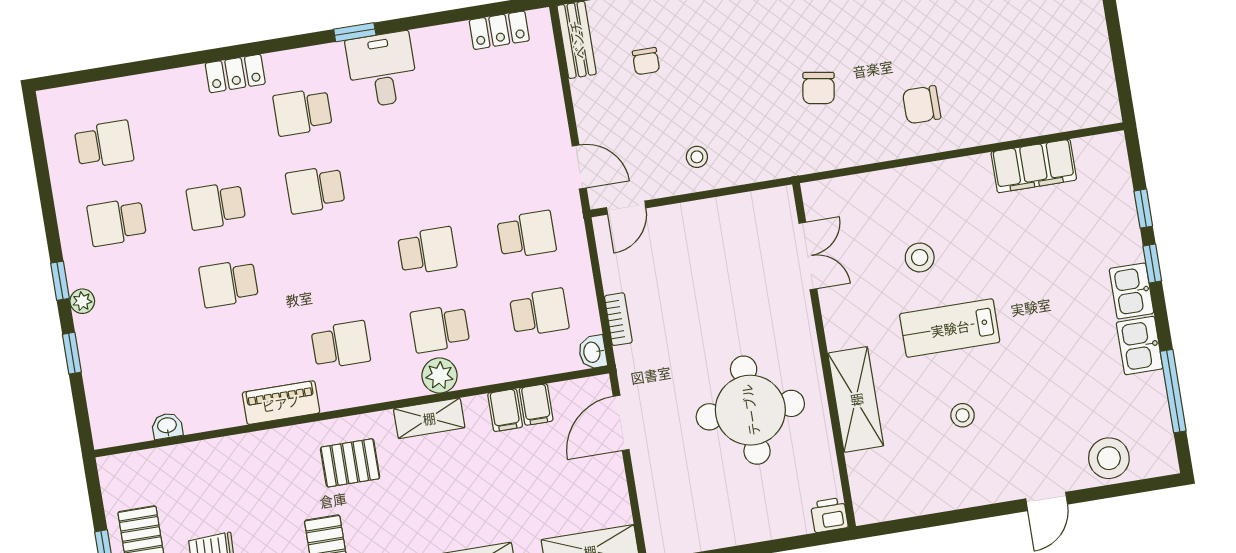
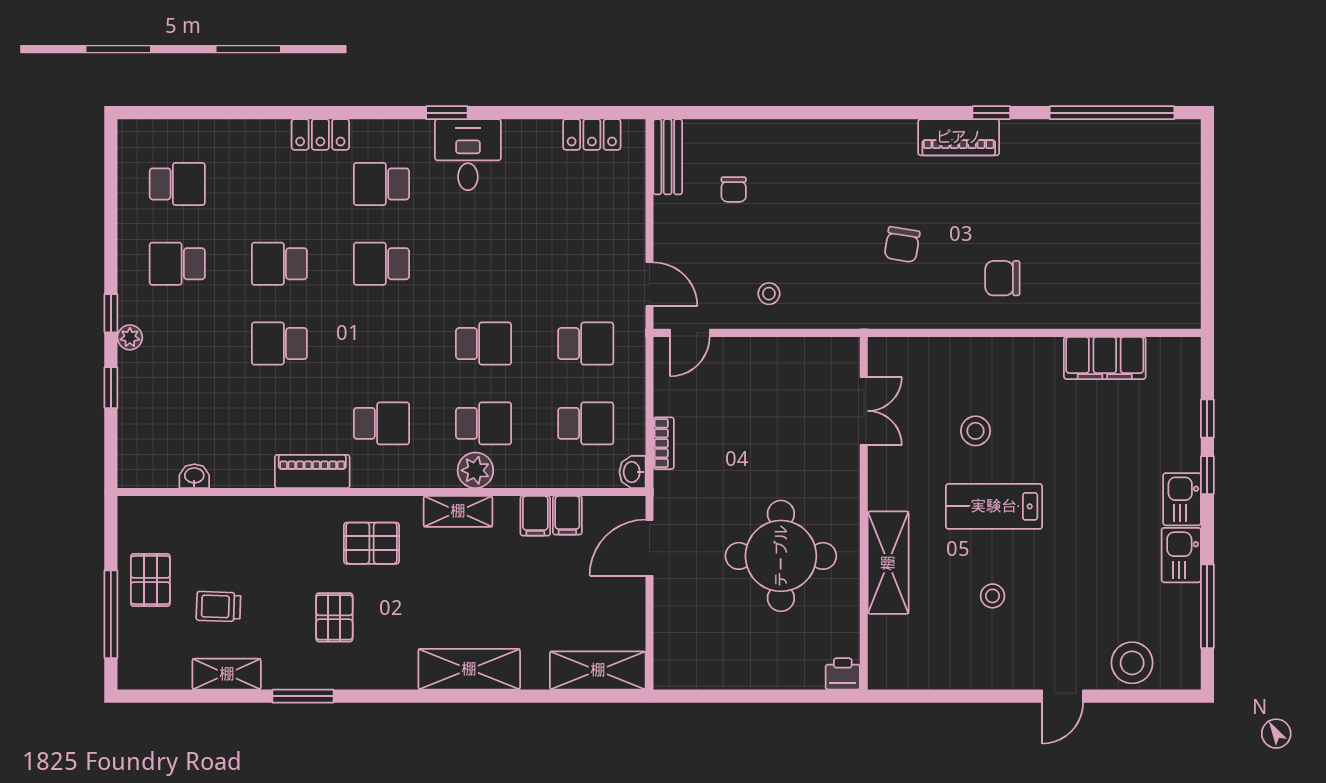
school desk: (440, 329) -> (484, 423), turned 180

